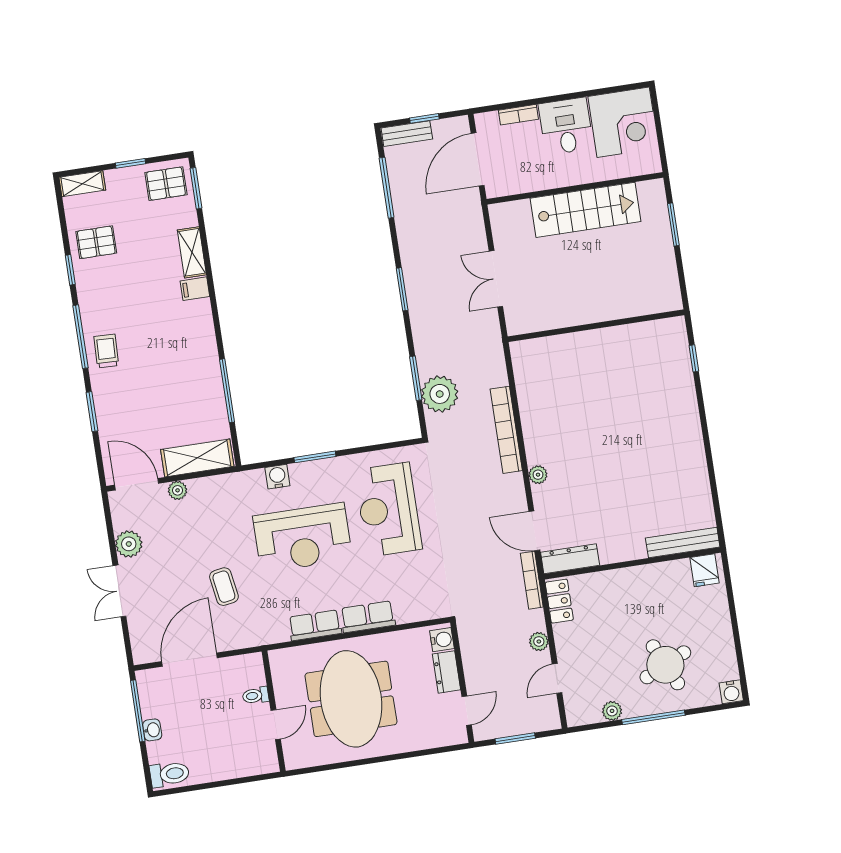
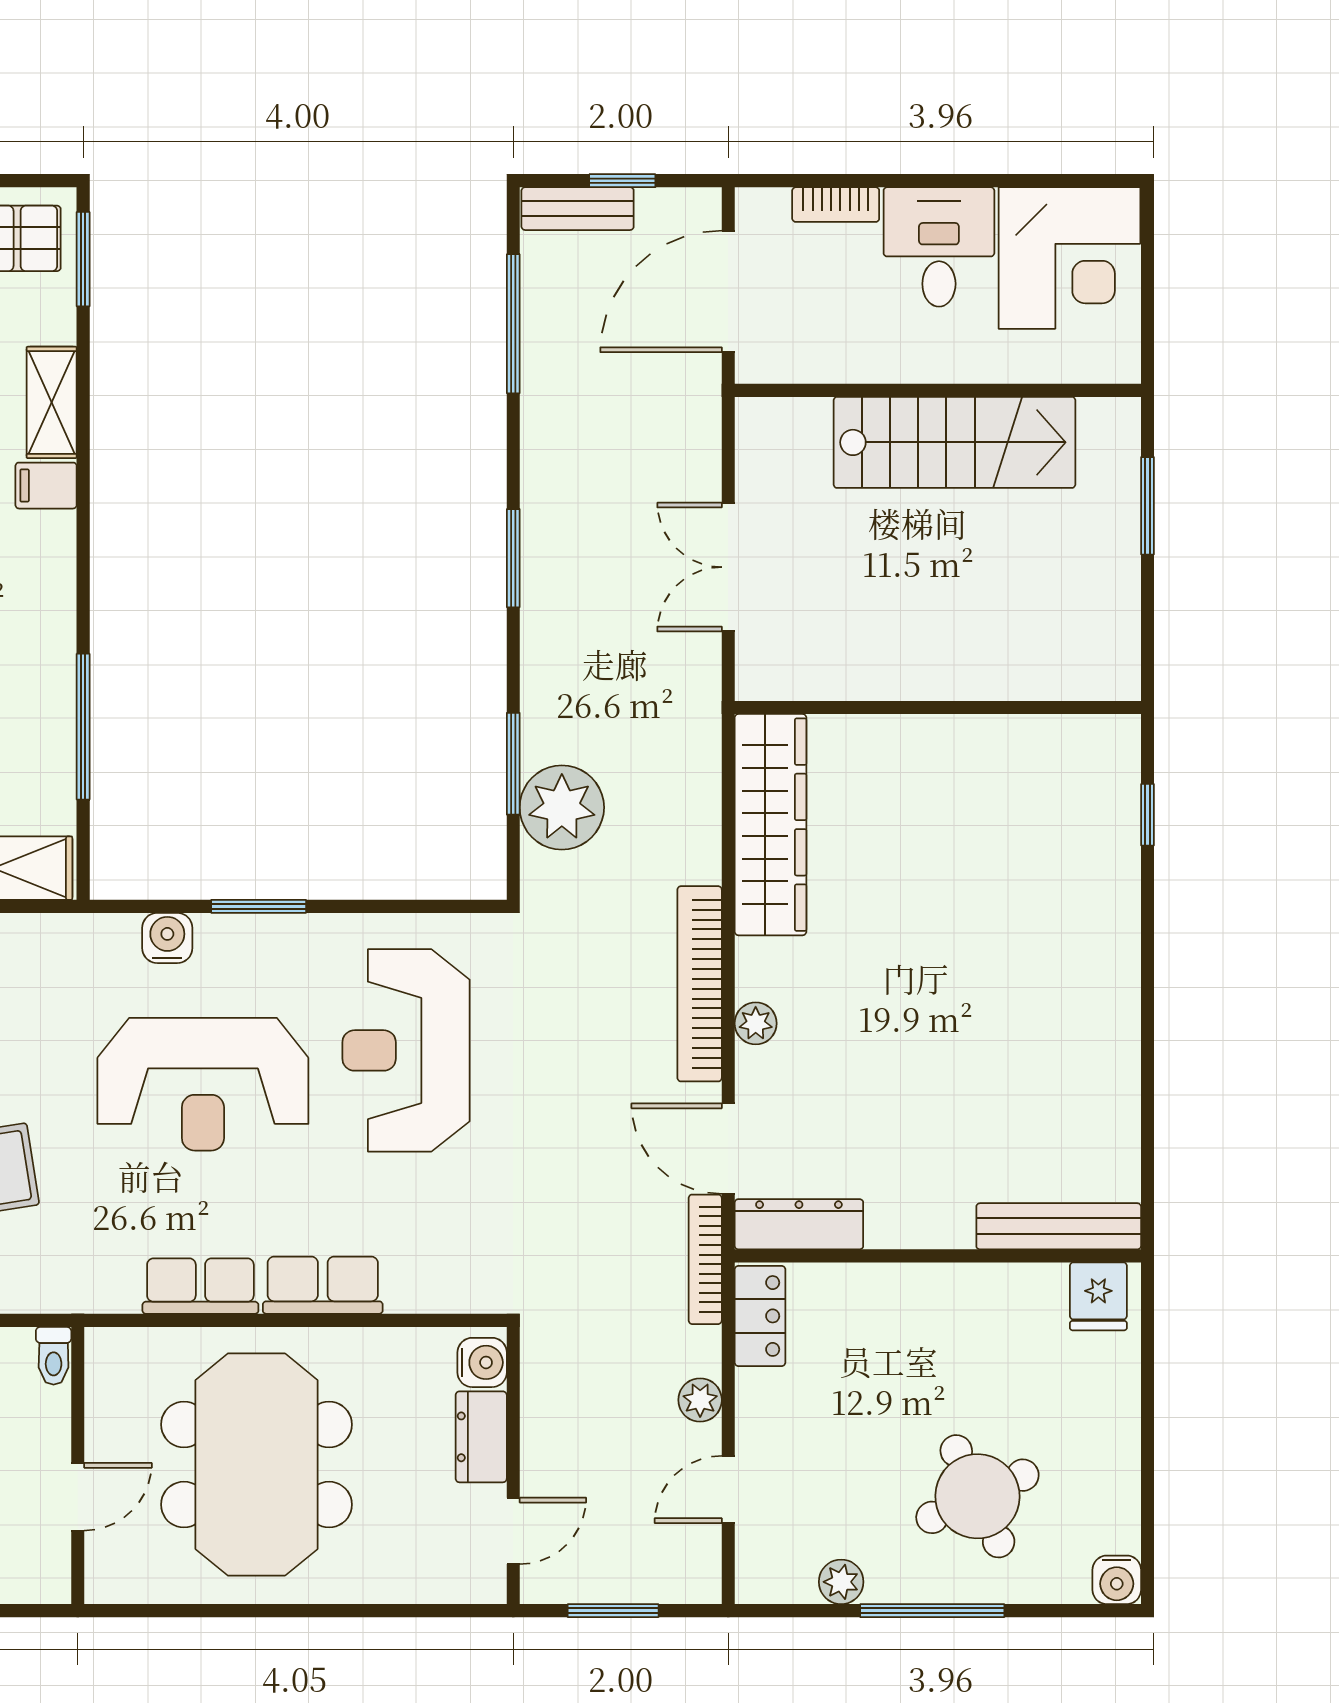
wardrobe: (531, 388) -> (771, 825), added
bookcase: (506, 430) -> (700, 984), moved
toilet: (256, 696) -> (54, 1356), moved, turned -90

